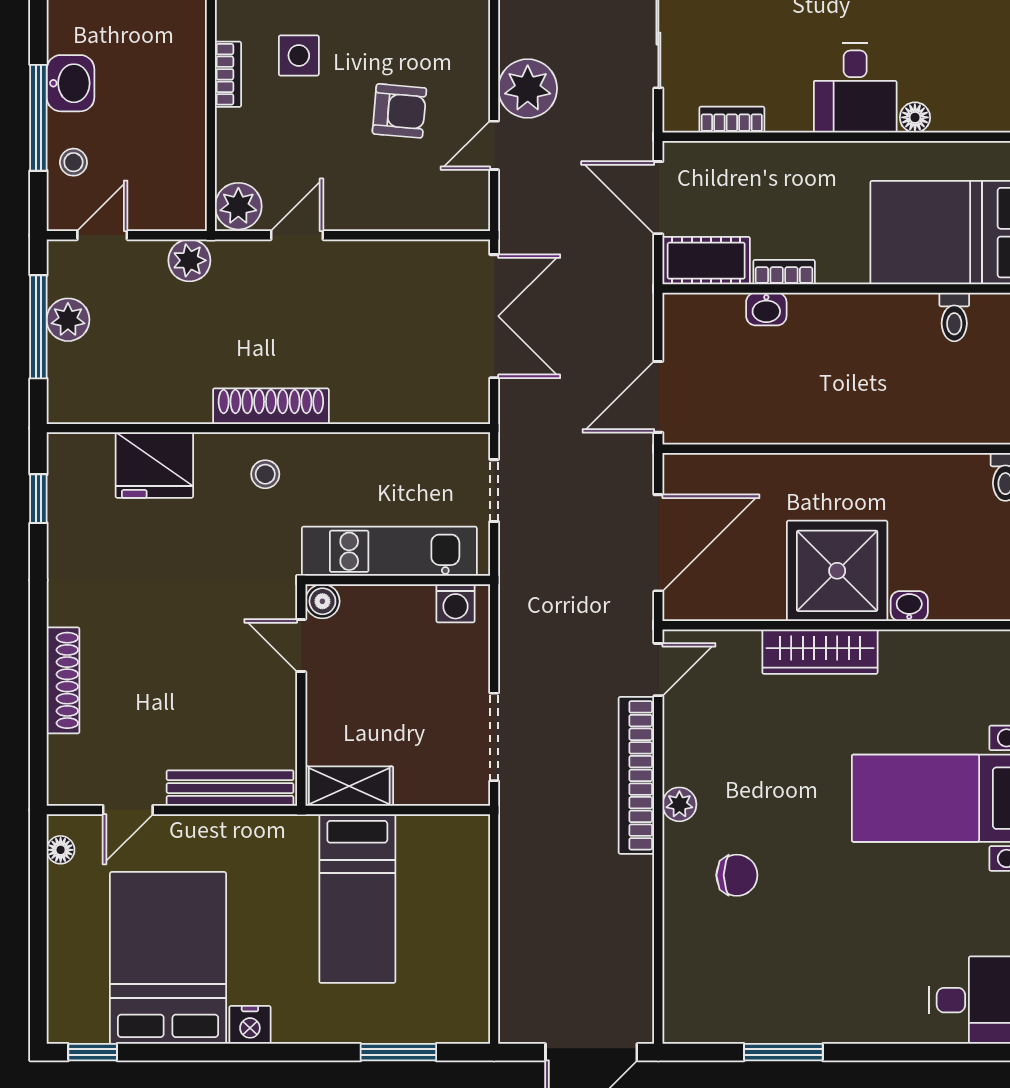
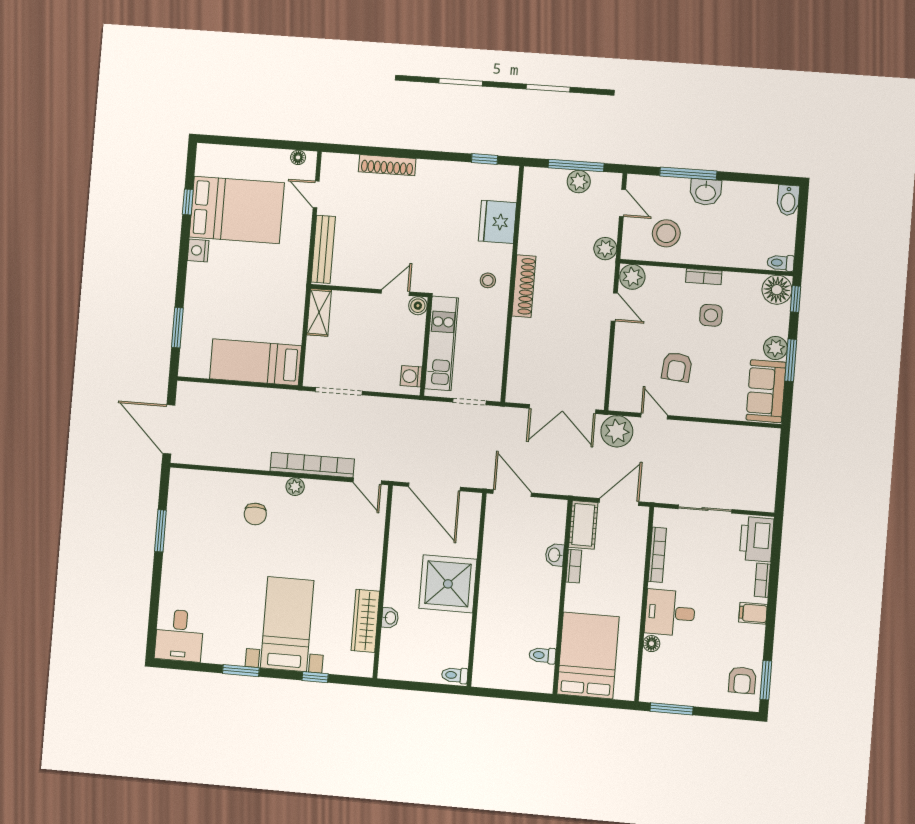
plant: (528, 88) -> (617, 431), moved
bookcase: (732, 120) -> (657, 555), width x1.56
stool: (73, 162) -> (666, 233), moved, width x1.89, depth x1.89
shower: (837, 571) -> (448, 584), moved
wardrobe: (820, 652) -> (365, 621), moved
bed: (357, 898) -> (255, 362), moved
window: (93, 1052) -> (188, 202), moved

